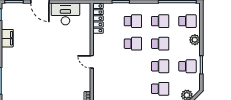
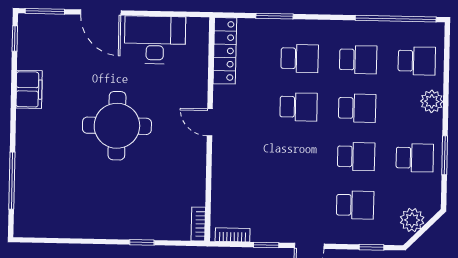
round table: (49, 54) -> (117, 126), added
door: (92, 62) -> (210, 122), moved

